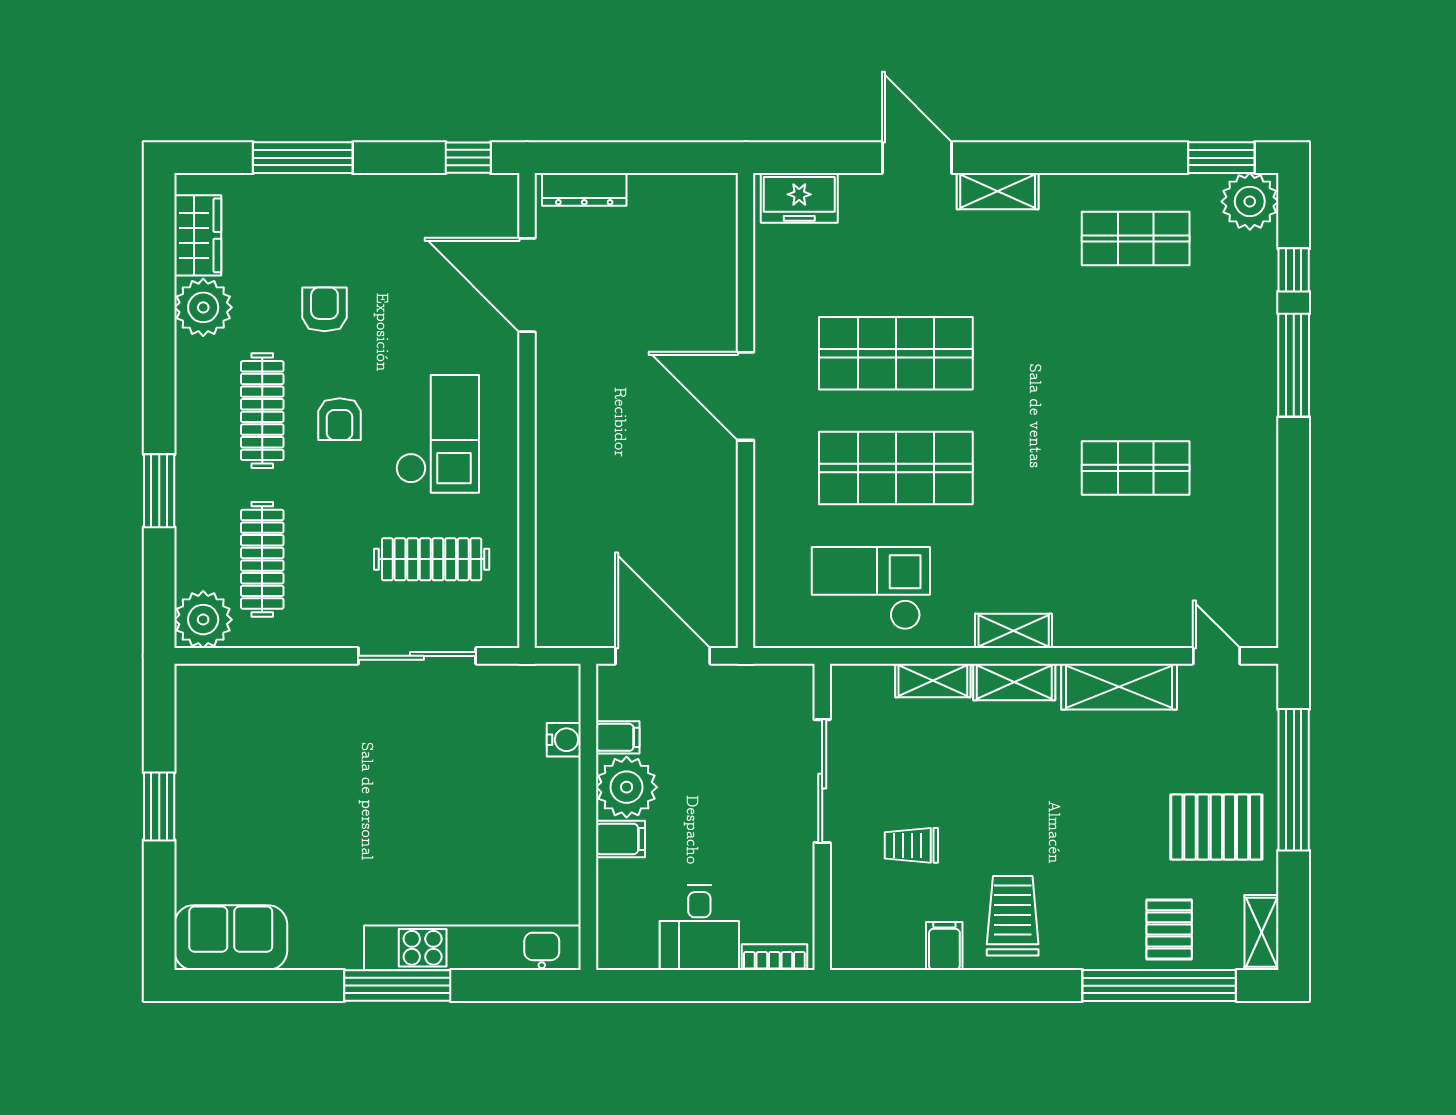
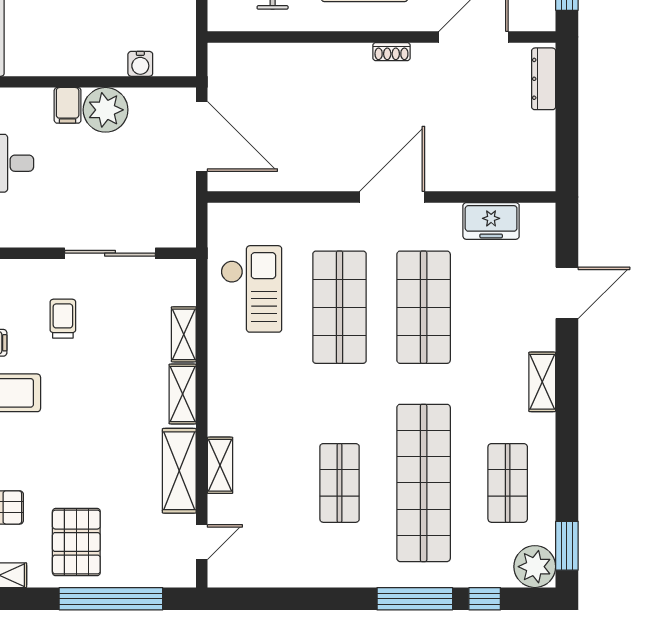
door: (917, 158) -> (567, 293), moved
freezer: (799, 198) -> (491, 221), moved, turned -90
shop shelf: (1136, 353) -> (424, 483), added
shoe rack: (547, 397) -> (391, 52), added
shelving: (1014, 631) -> (220, 465), moved
door: (663, 656) -> (202, 136), hinge flipped
filing cabinet: (618, 737) -> (142, 103), removed

